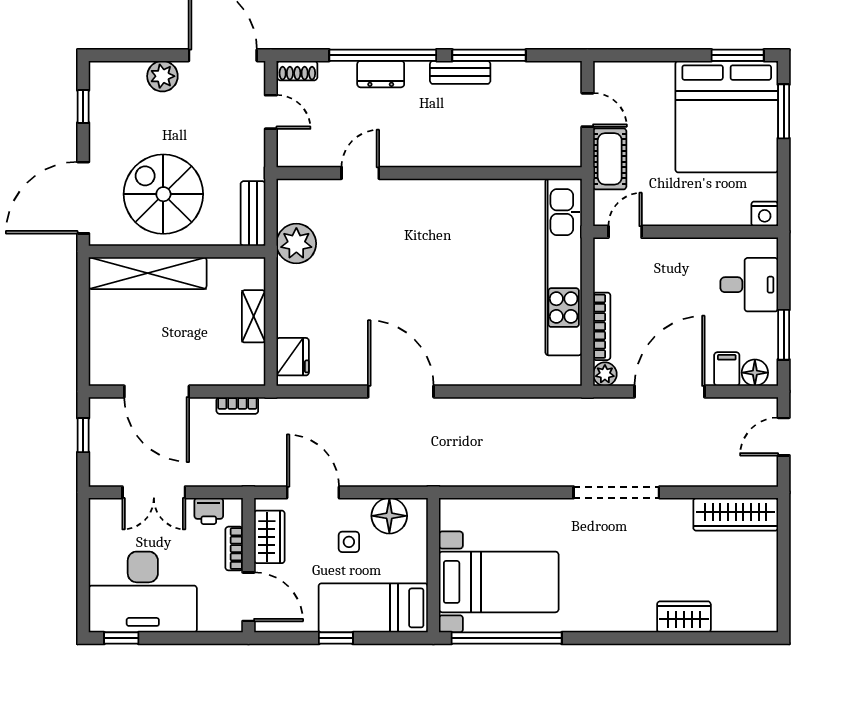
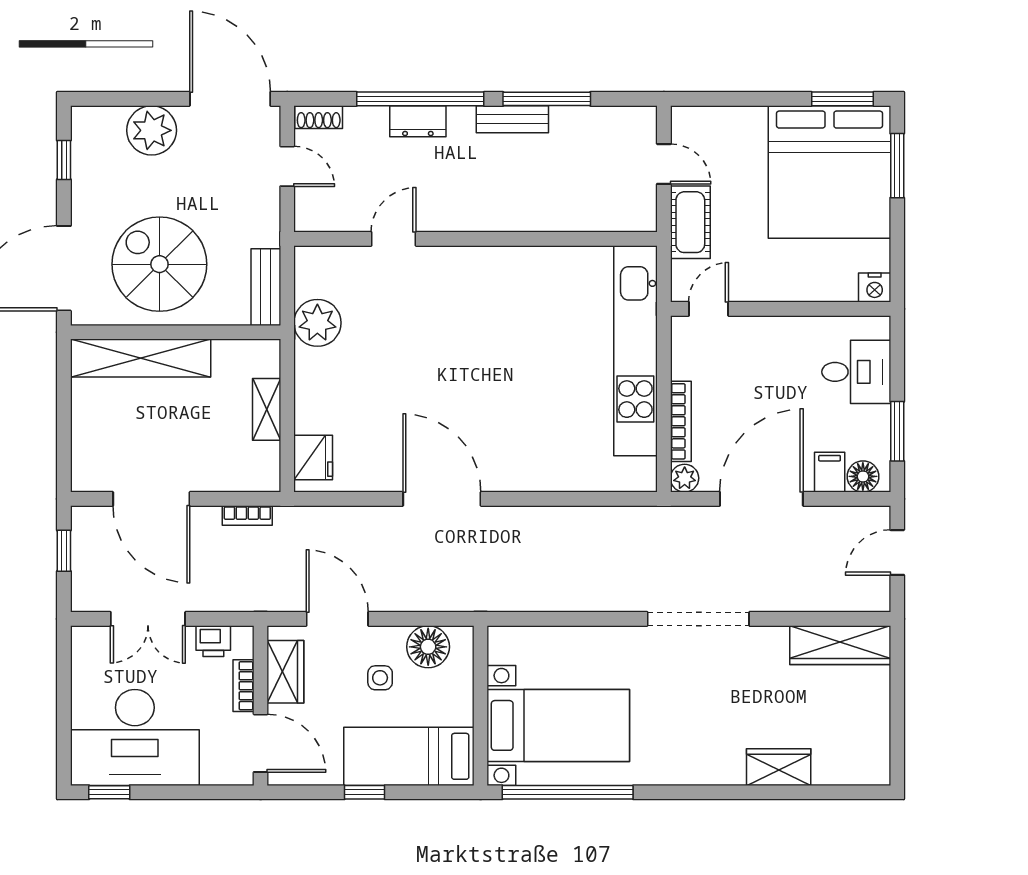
plant: (162, 76) -> (152, 130), width x1.36, depth x1.36

